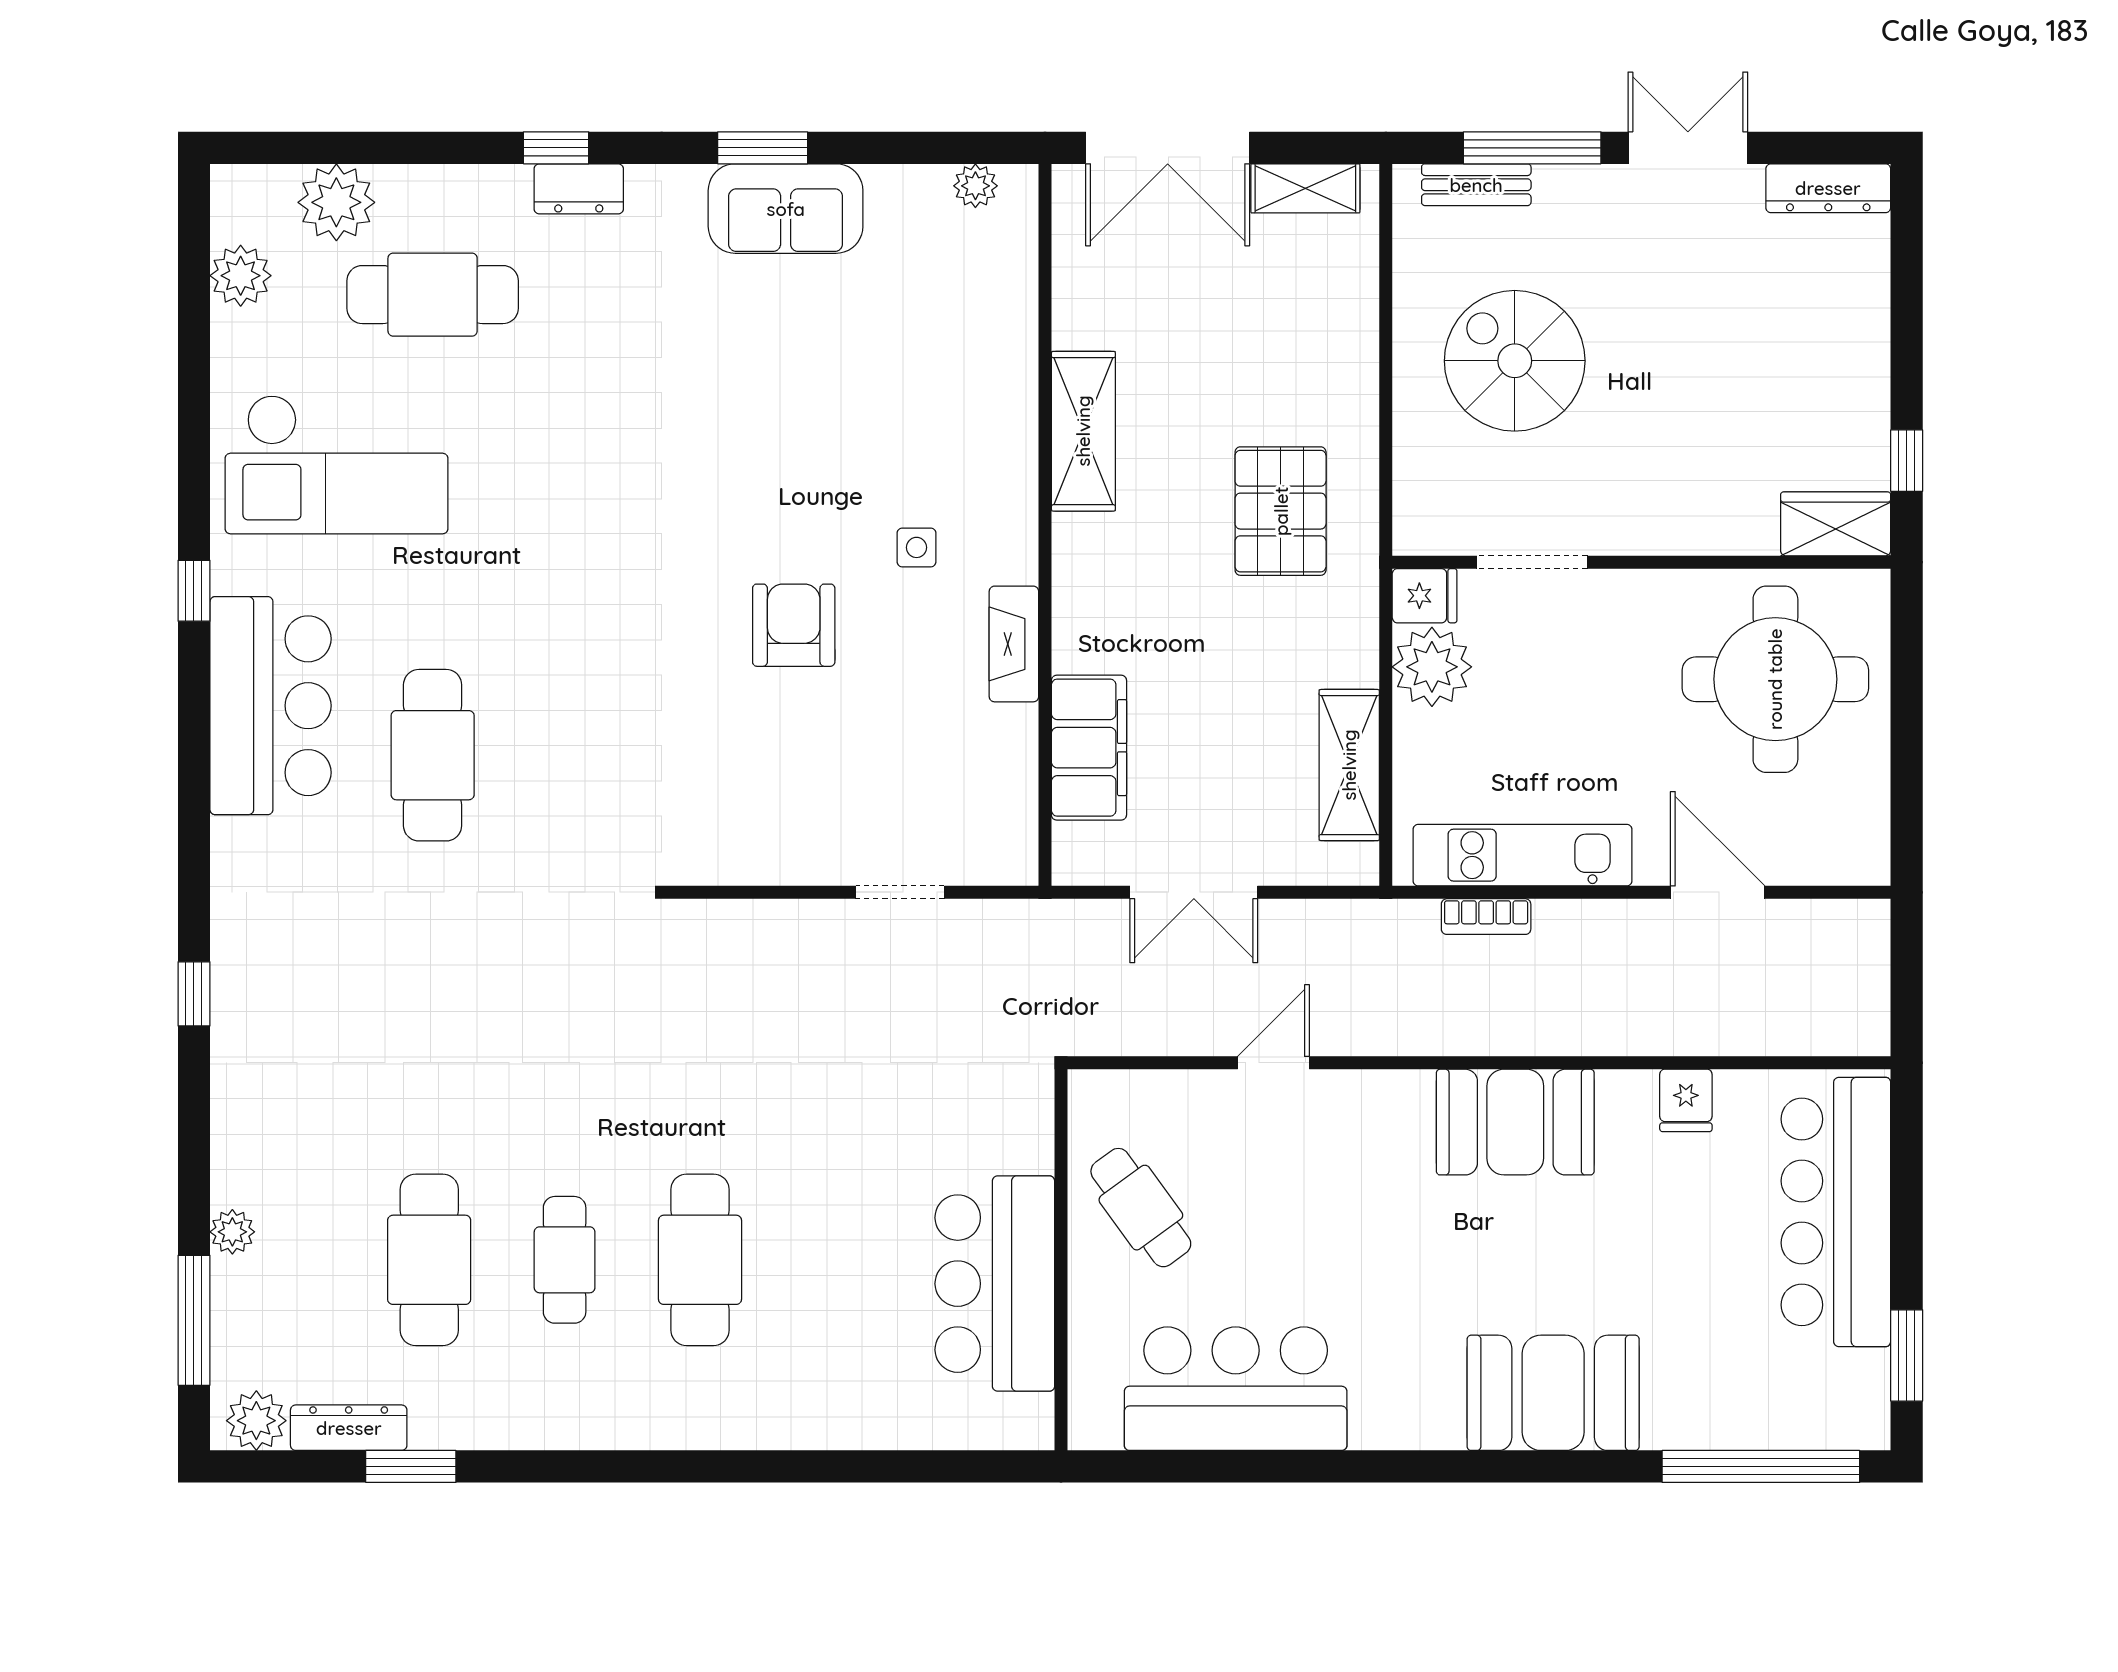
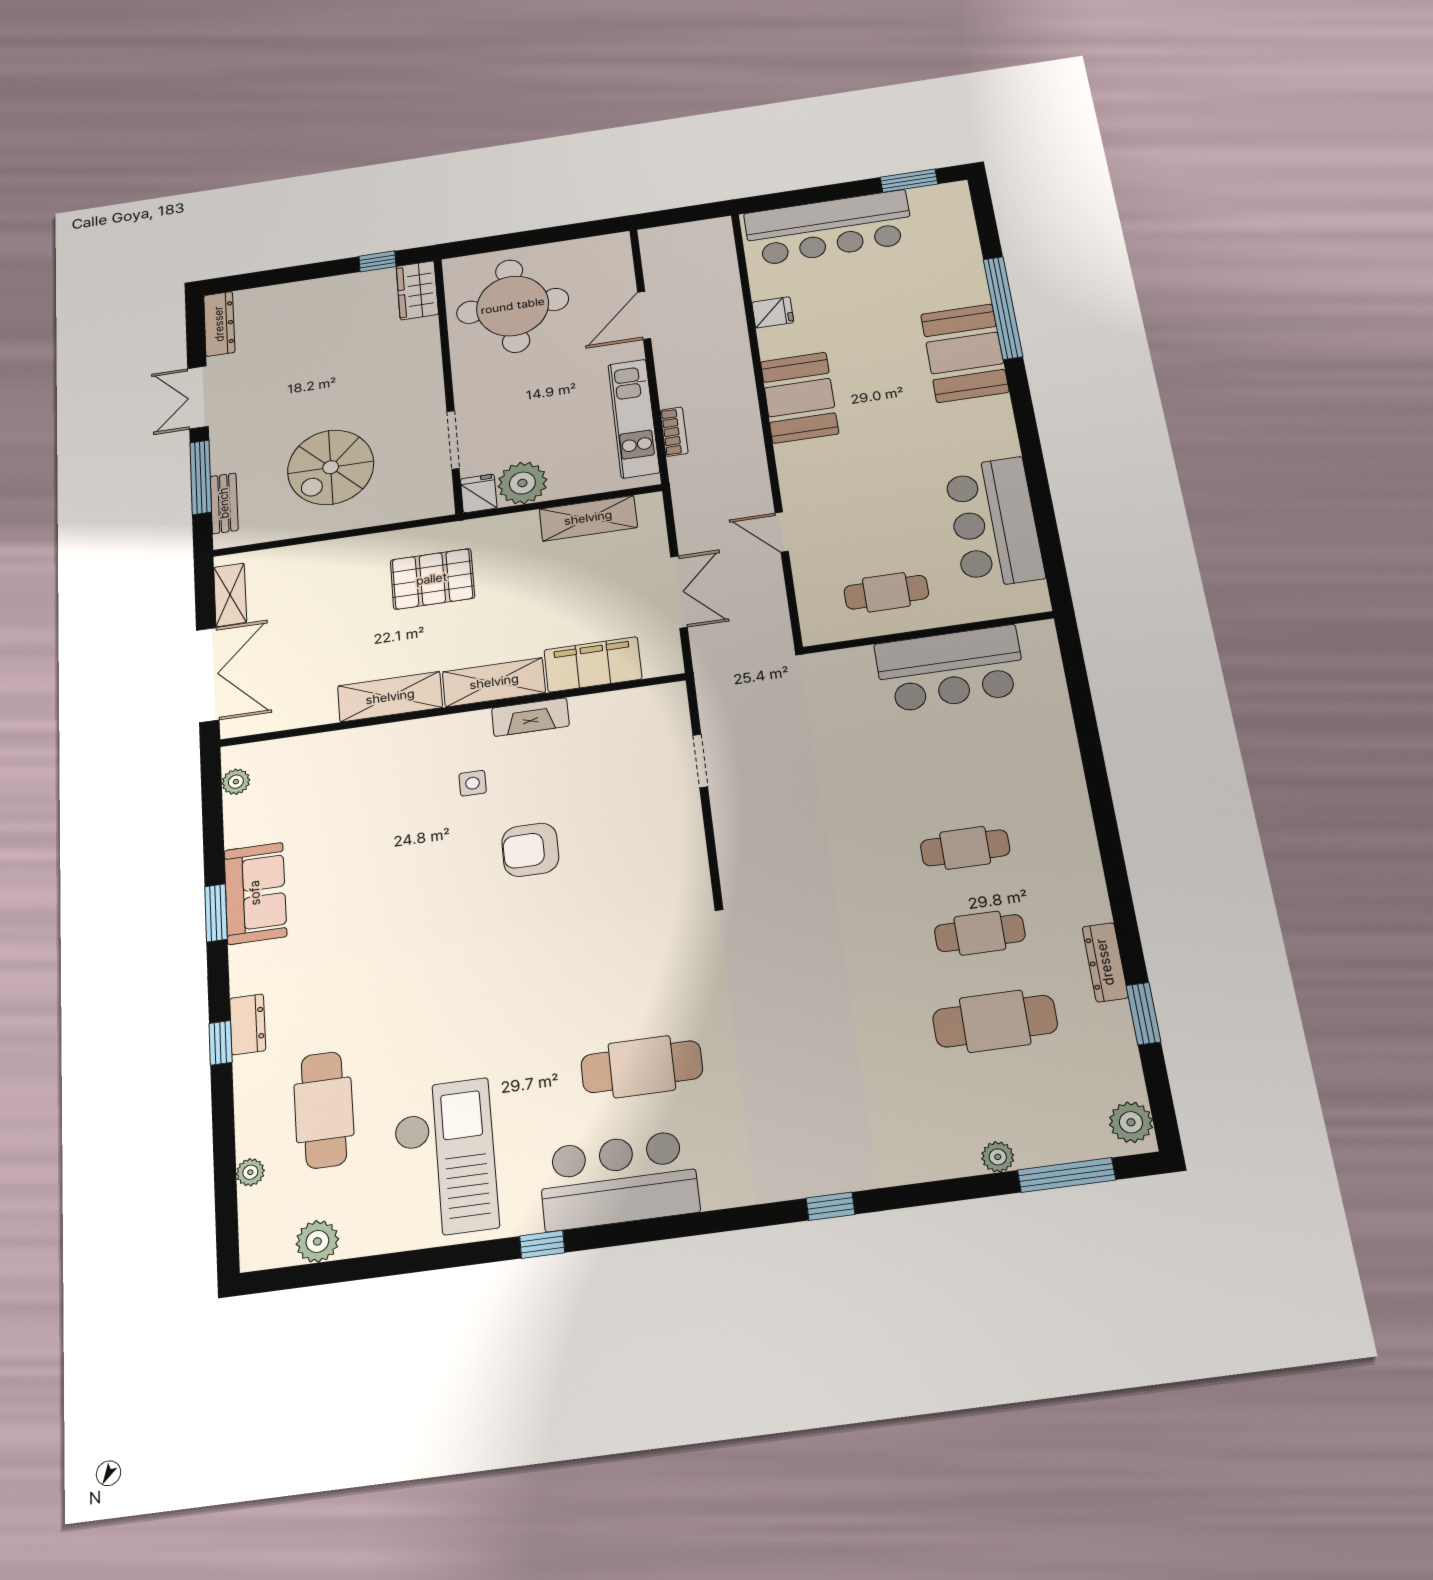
plant: (336, 202) -> (250, 1172), width x0.53, depth x0.53
shelving: (1083, 593) -> (494, 682), added
cafe table: (1141, 1208) -> (886, 592), turned 36
cafe table: (700, 1260) -> (965, 848), width x0.73, depth x0.74
dresser: (349, 1428) -> (1105, 962), moved
window: (1761, 1466) -> (1003, 308), moved

